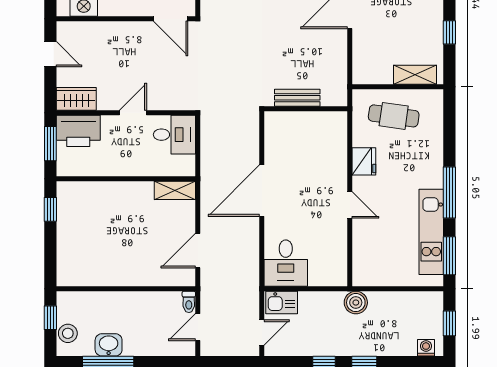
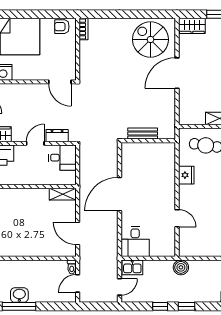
dresser: (166, 101) -> (57, 136), added
door: (350, 205) -> (177, 218), moved
door: (198, 251) -> (78, 233), hinge flipped

